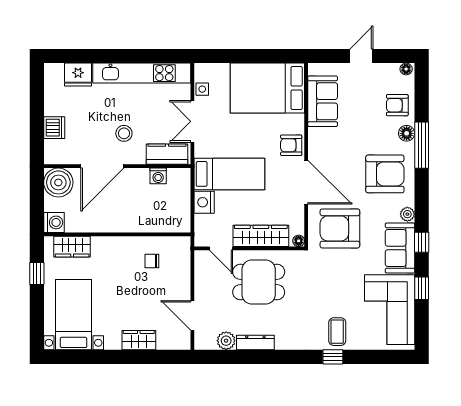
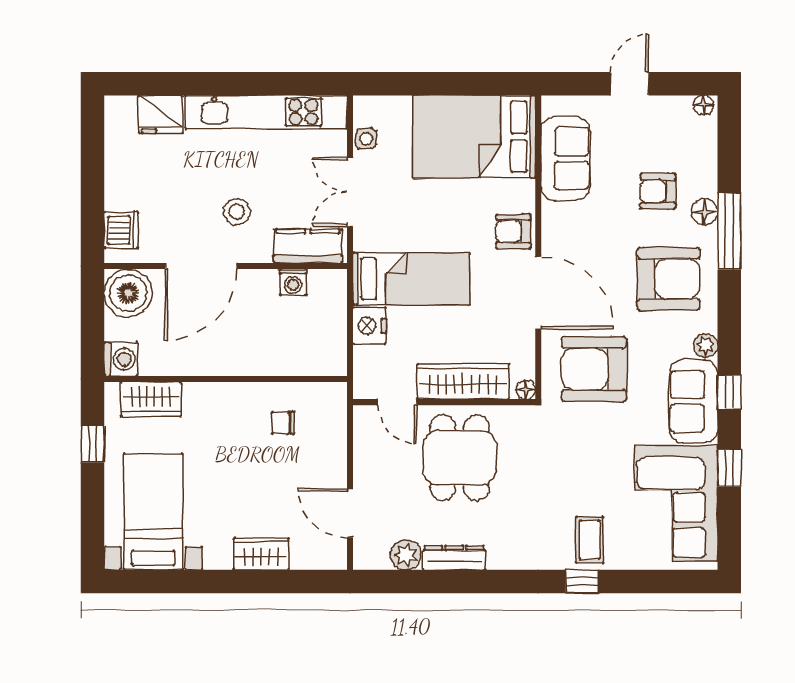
armchair: (397, 105) -> (658, 191), moved
dishwasher: (54, 128) -> (121, 230), moved
dining table: (259, 282) -> (460, 458), turned 90

